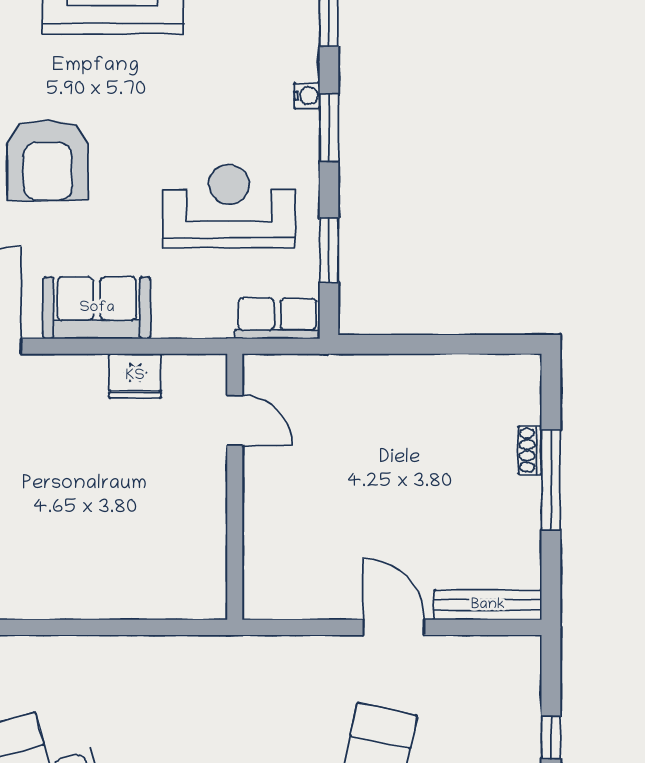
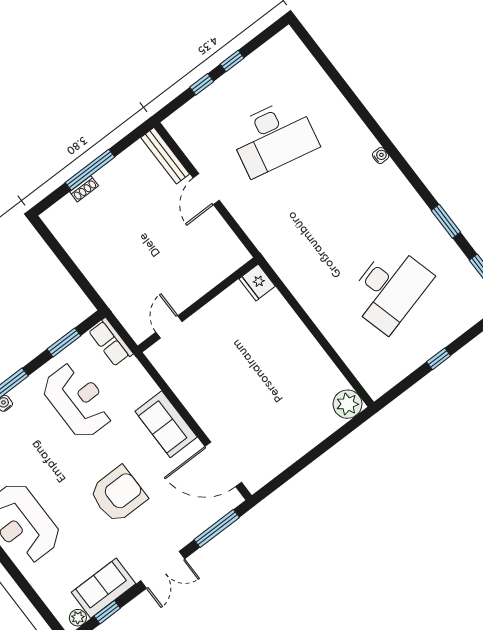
reception desk: (229, 206) -> (78, 400), turned 180
fridge: (135, 376) -> (257, 282), moved, turned 180

